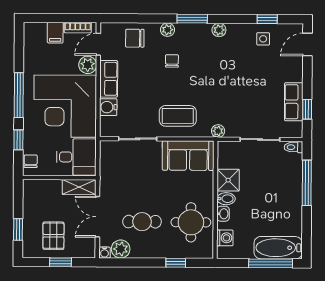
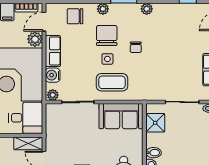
side table: (263, 39) -> (107, 59), moved
chair: (172, 61) -> (107, 36), width x1.87, depth x1.87
chair: (206, 75) -> (136, 47), added
plant: (218, 131) -> (53, 95), moved
shower: (228, 180) -> (155, 123), moved

